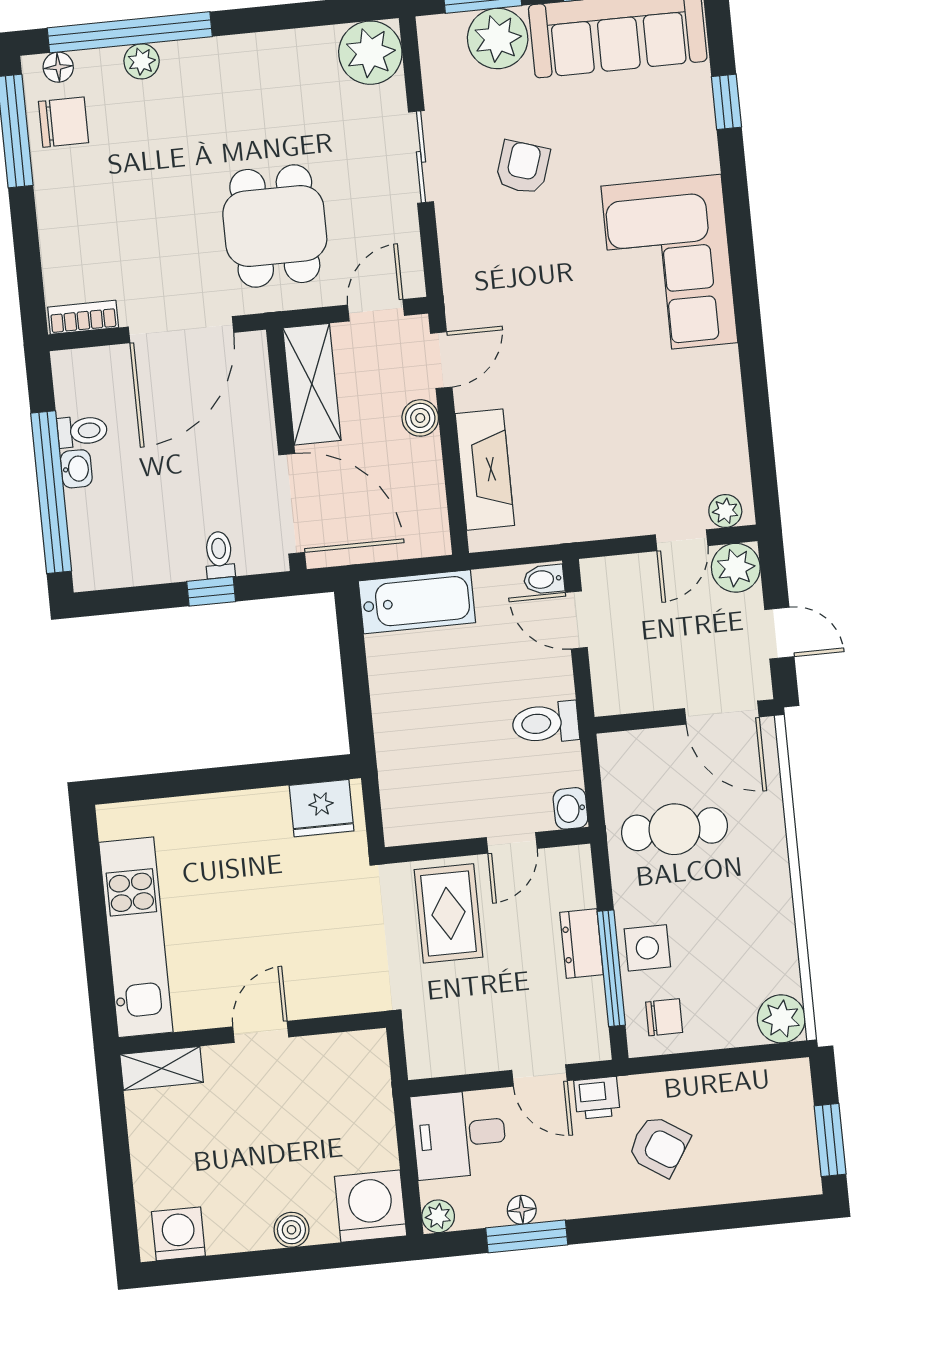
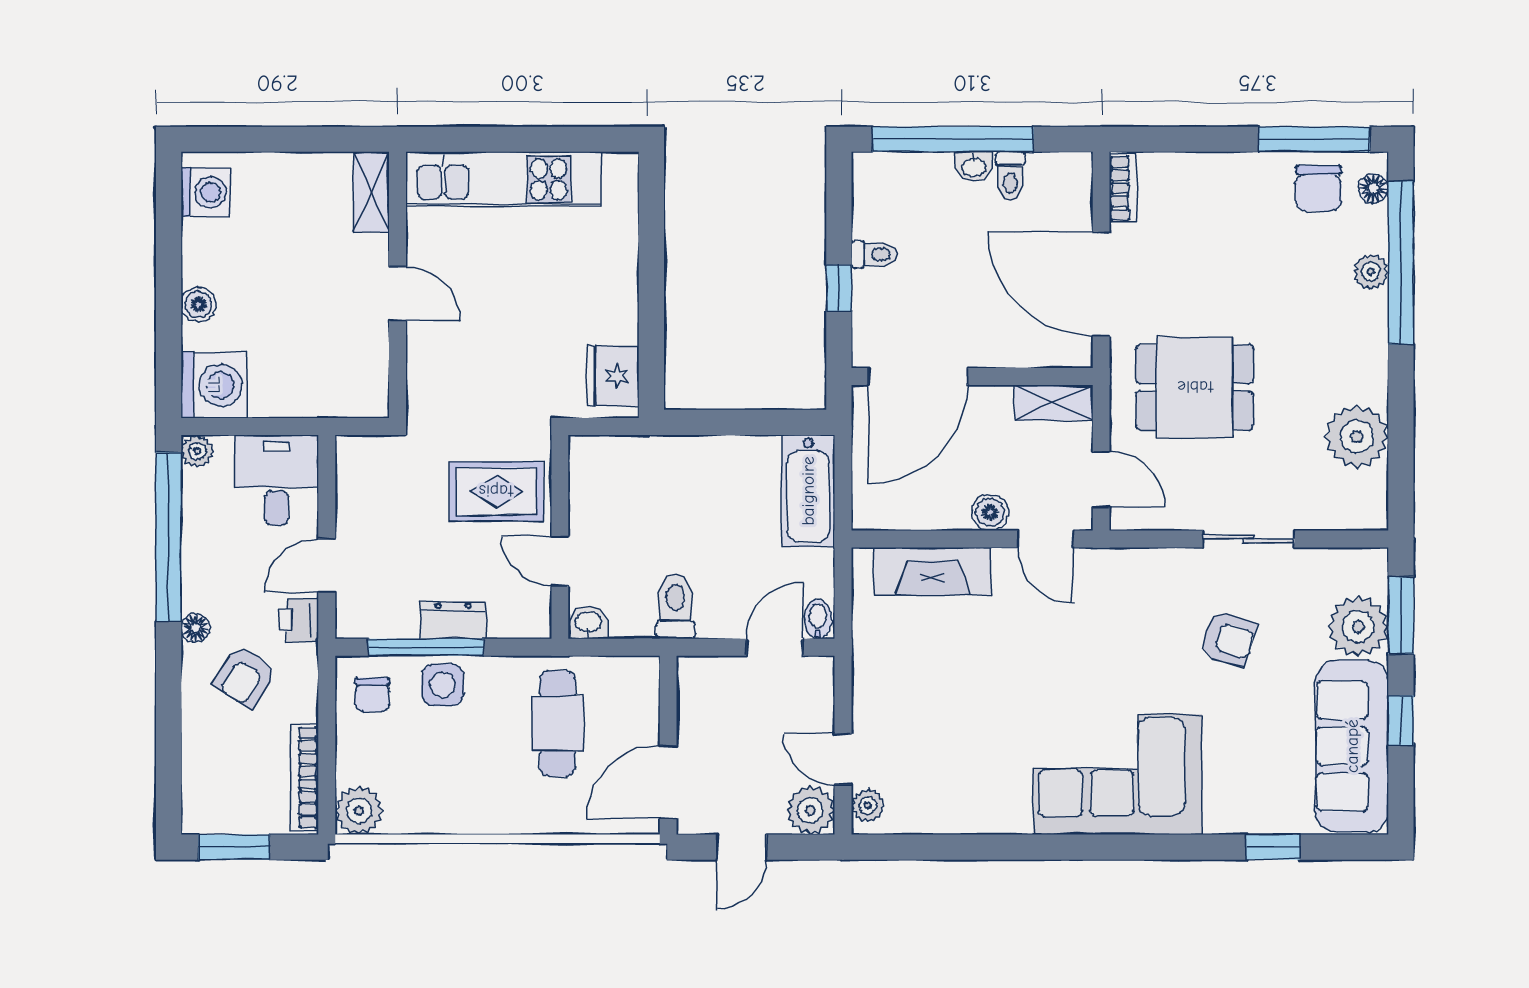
plant: (370, 53) -> (1357, 437), moved
shelving: (312, 384) -> (1054, 402), width x0.67, depth x0.75
toilet: (219, 555) -> (874, 254), moved
bookcase: (754, 1076) -> (305, 778), added
floor lamp: (522, 1210) -> (195, 628), moved
window: (527, 1236) -> (169, 537), width x2.11

